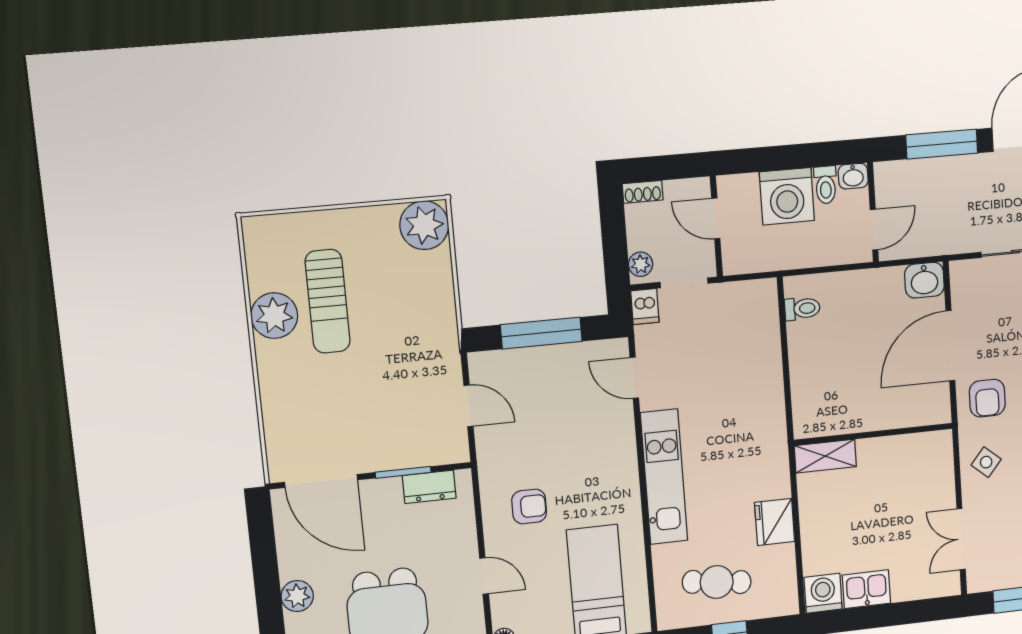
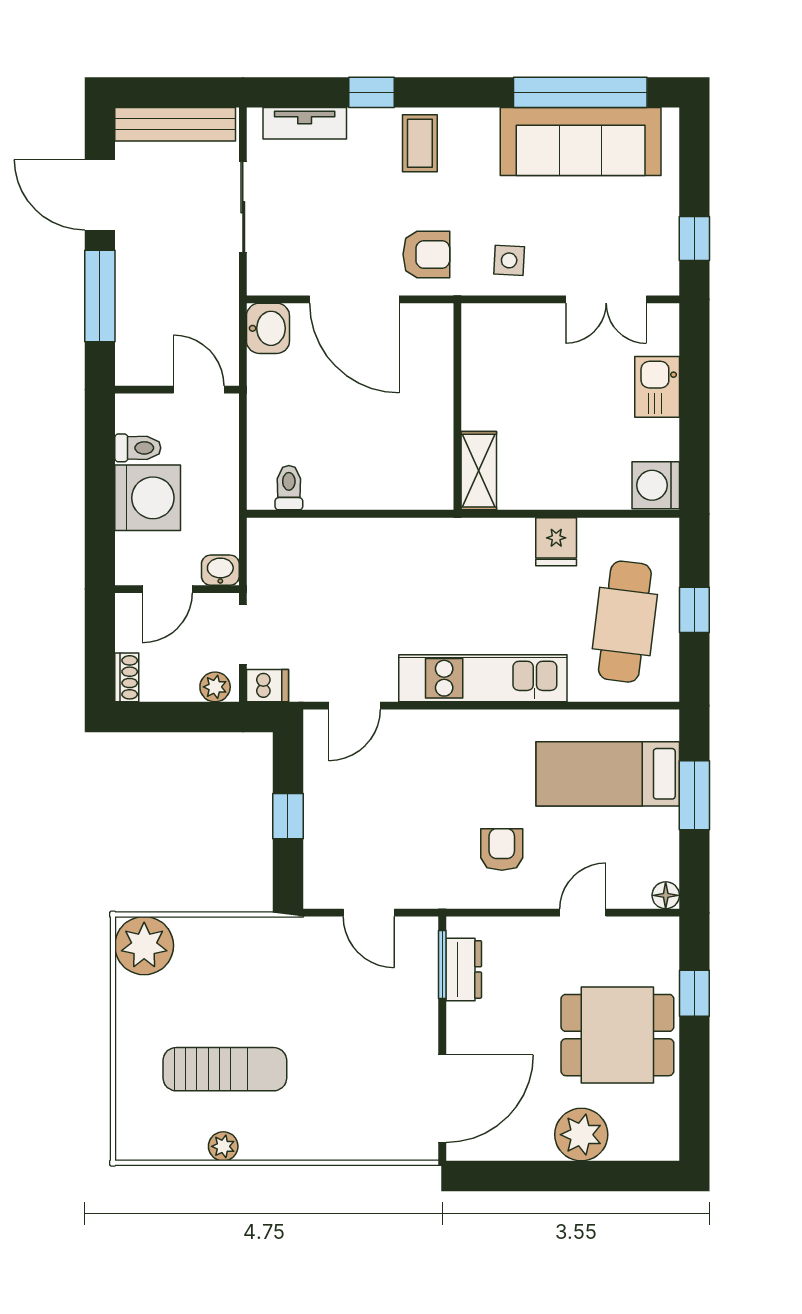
washbasin: (853, 176) -> (220, 570), moved, turned -90
plant: (274, 316) -> (223, 1146), width x0.53, depth x0.53
window: (541, 333) -> (288, 816), width x0.46
door: (468, 406) -> (369, 913), swing flipped
side table: (986, 462) -> (509, 260), turned -37
window: (403, 472) -> (442, 964), moved
fridge: (775, 522) -> (556, 542), width x0.72
cafe table: (717, 582) -> (625, 622), width x1.37, depth x1.35
kitchen sink: (866, 589) -> (657, 387), moved
plant: (297, 596) -> (581, 1135), width x1.36, depth x1.36

